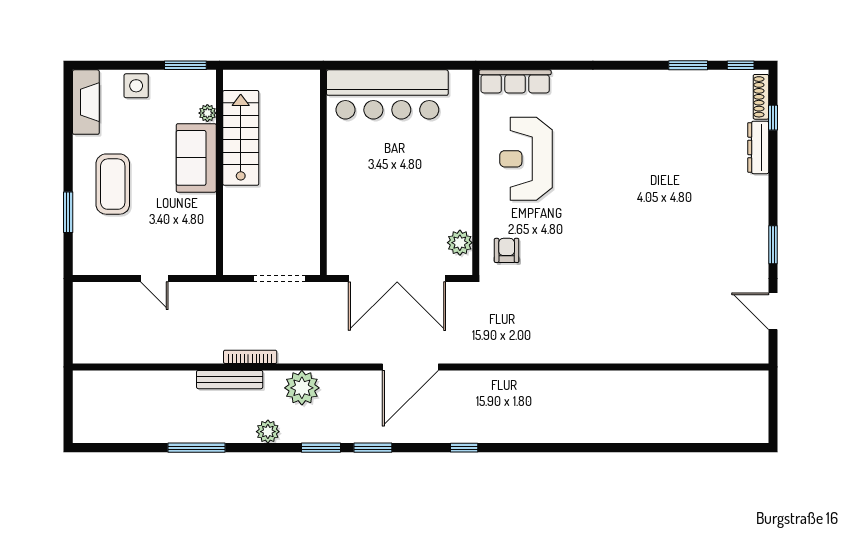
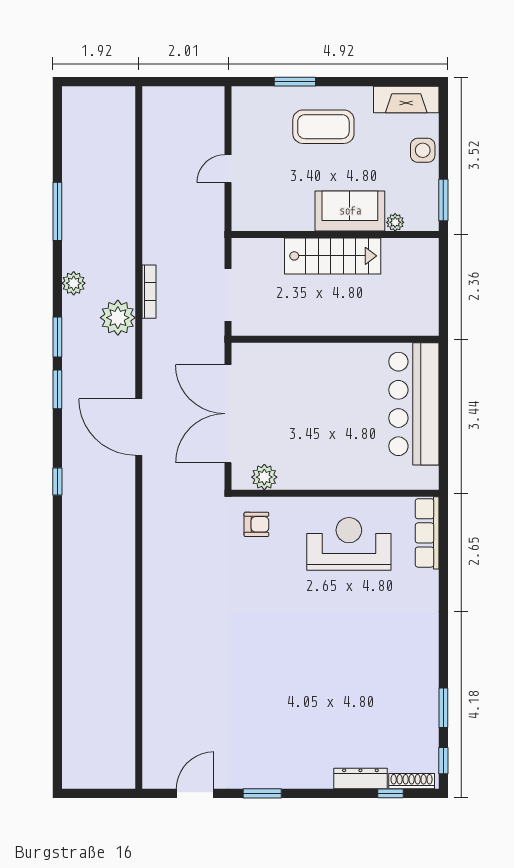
stairs: (241, 138) -> (333, 256), moved
bookcase: (250, 357) -> (149, 292), moved
bench: (230, 380) -> (126, 245), removed

